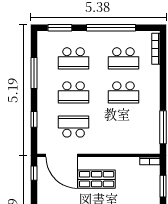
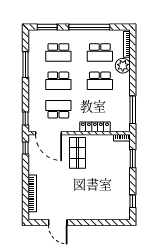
plant: (151, 74) -> (123, 66), added
window: (34, 119) -> (25, 118), moved
locker: (117, 148) -> (95, 127), added
shop shelf: (97, 179) -> (78, 153), turned 90

